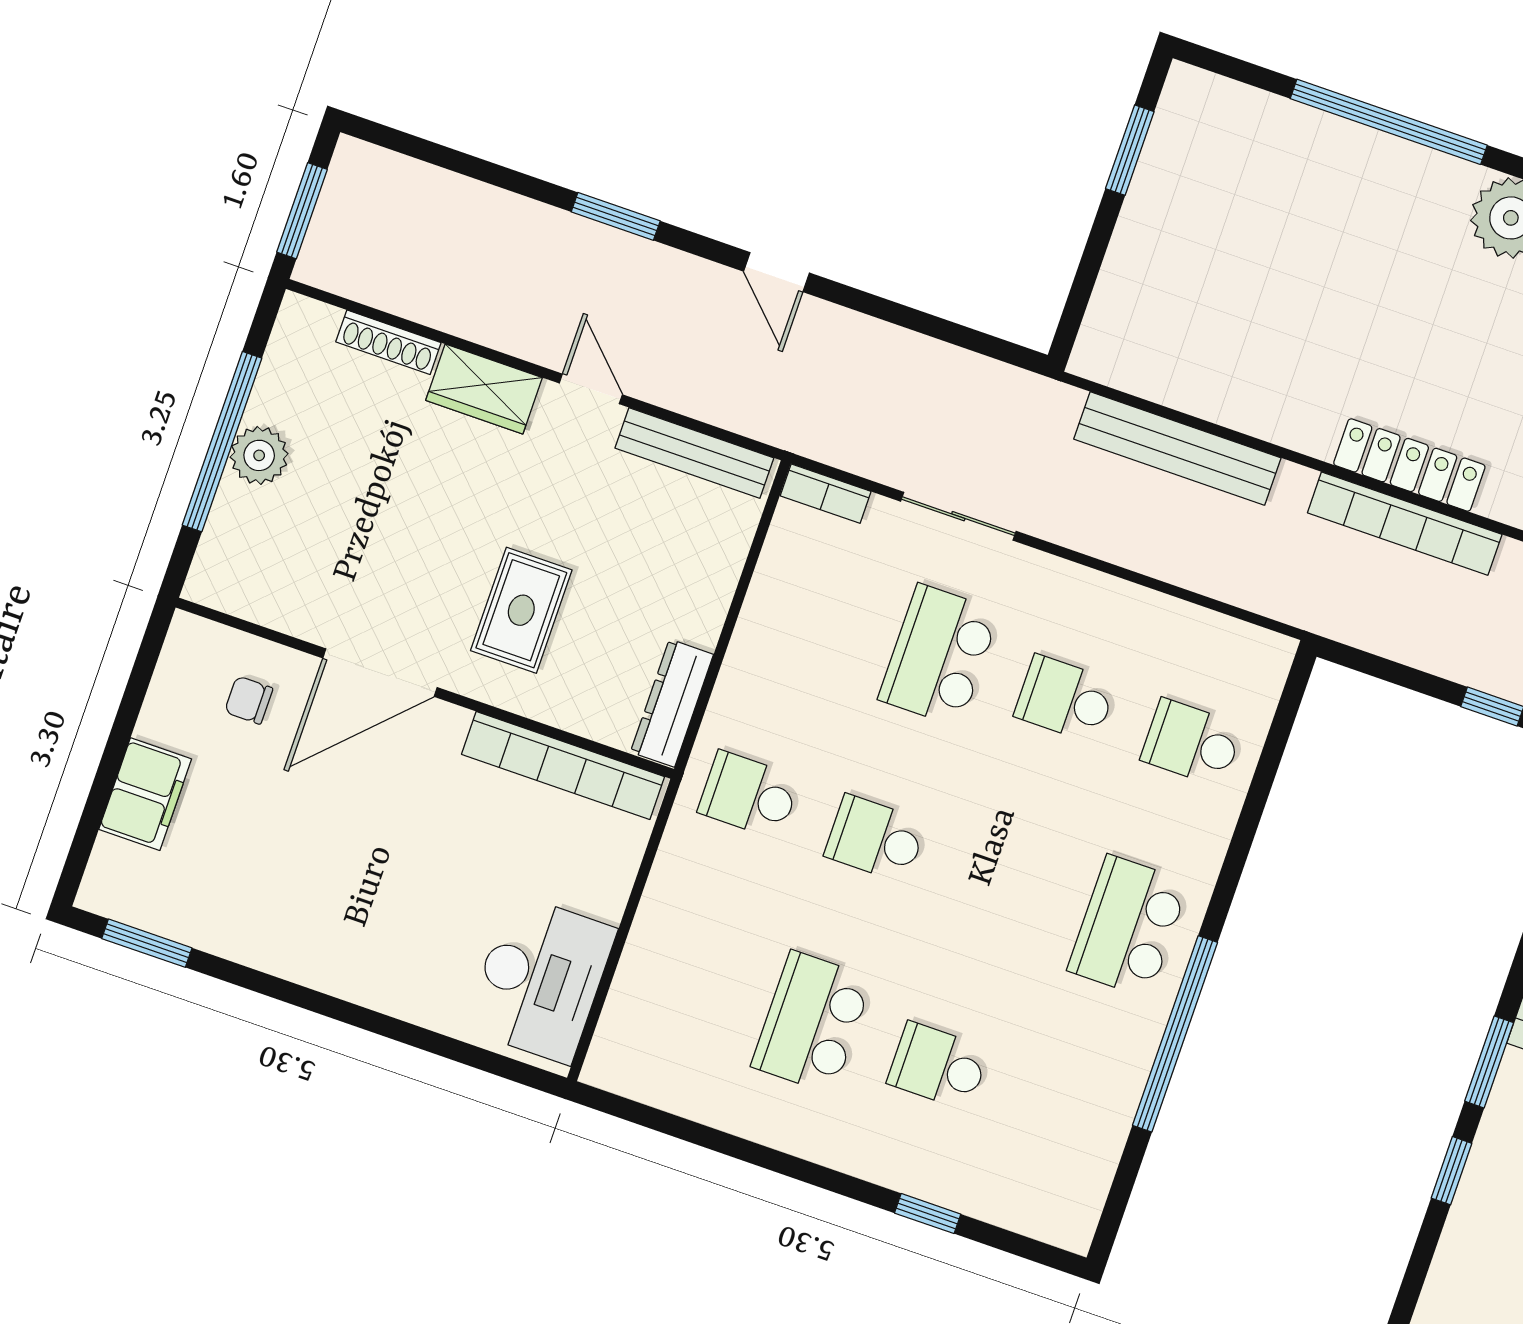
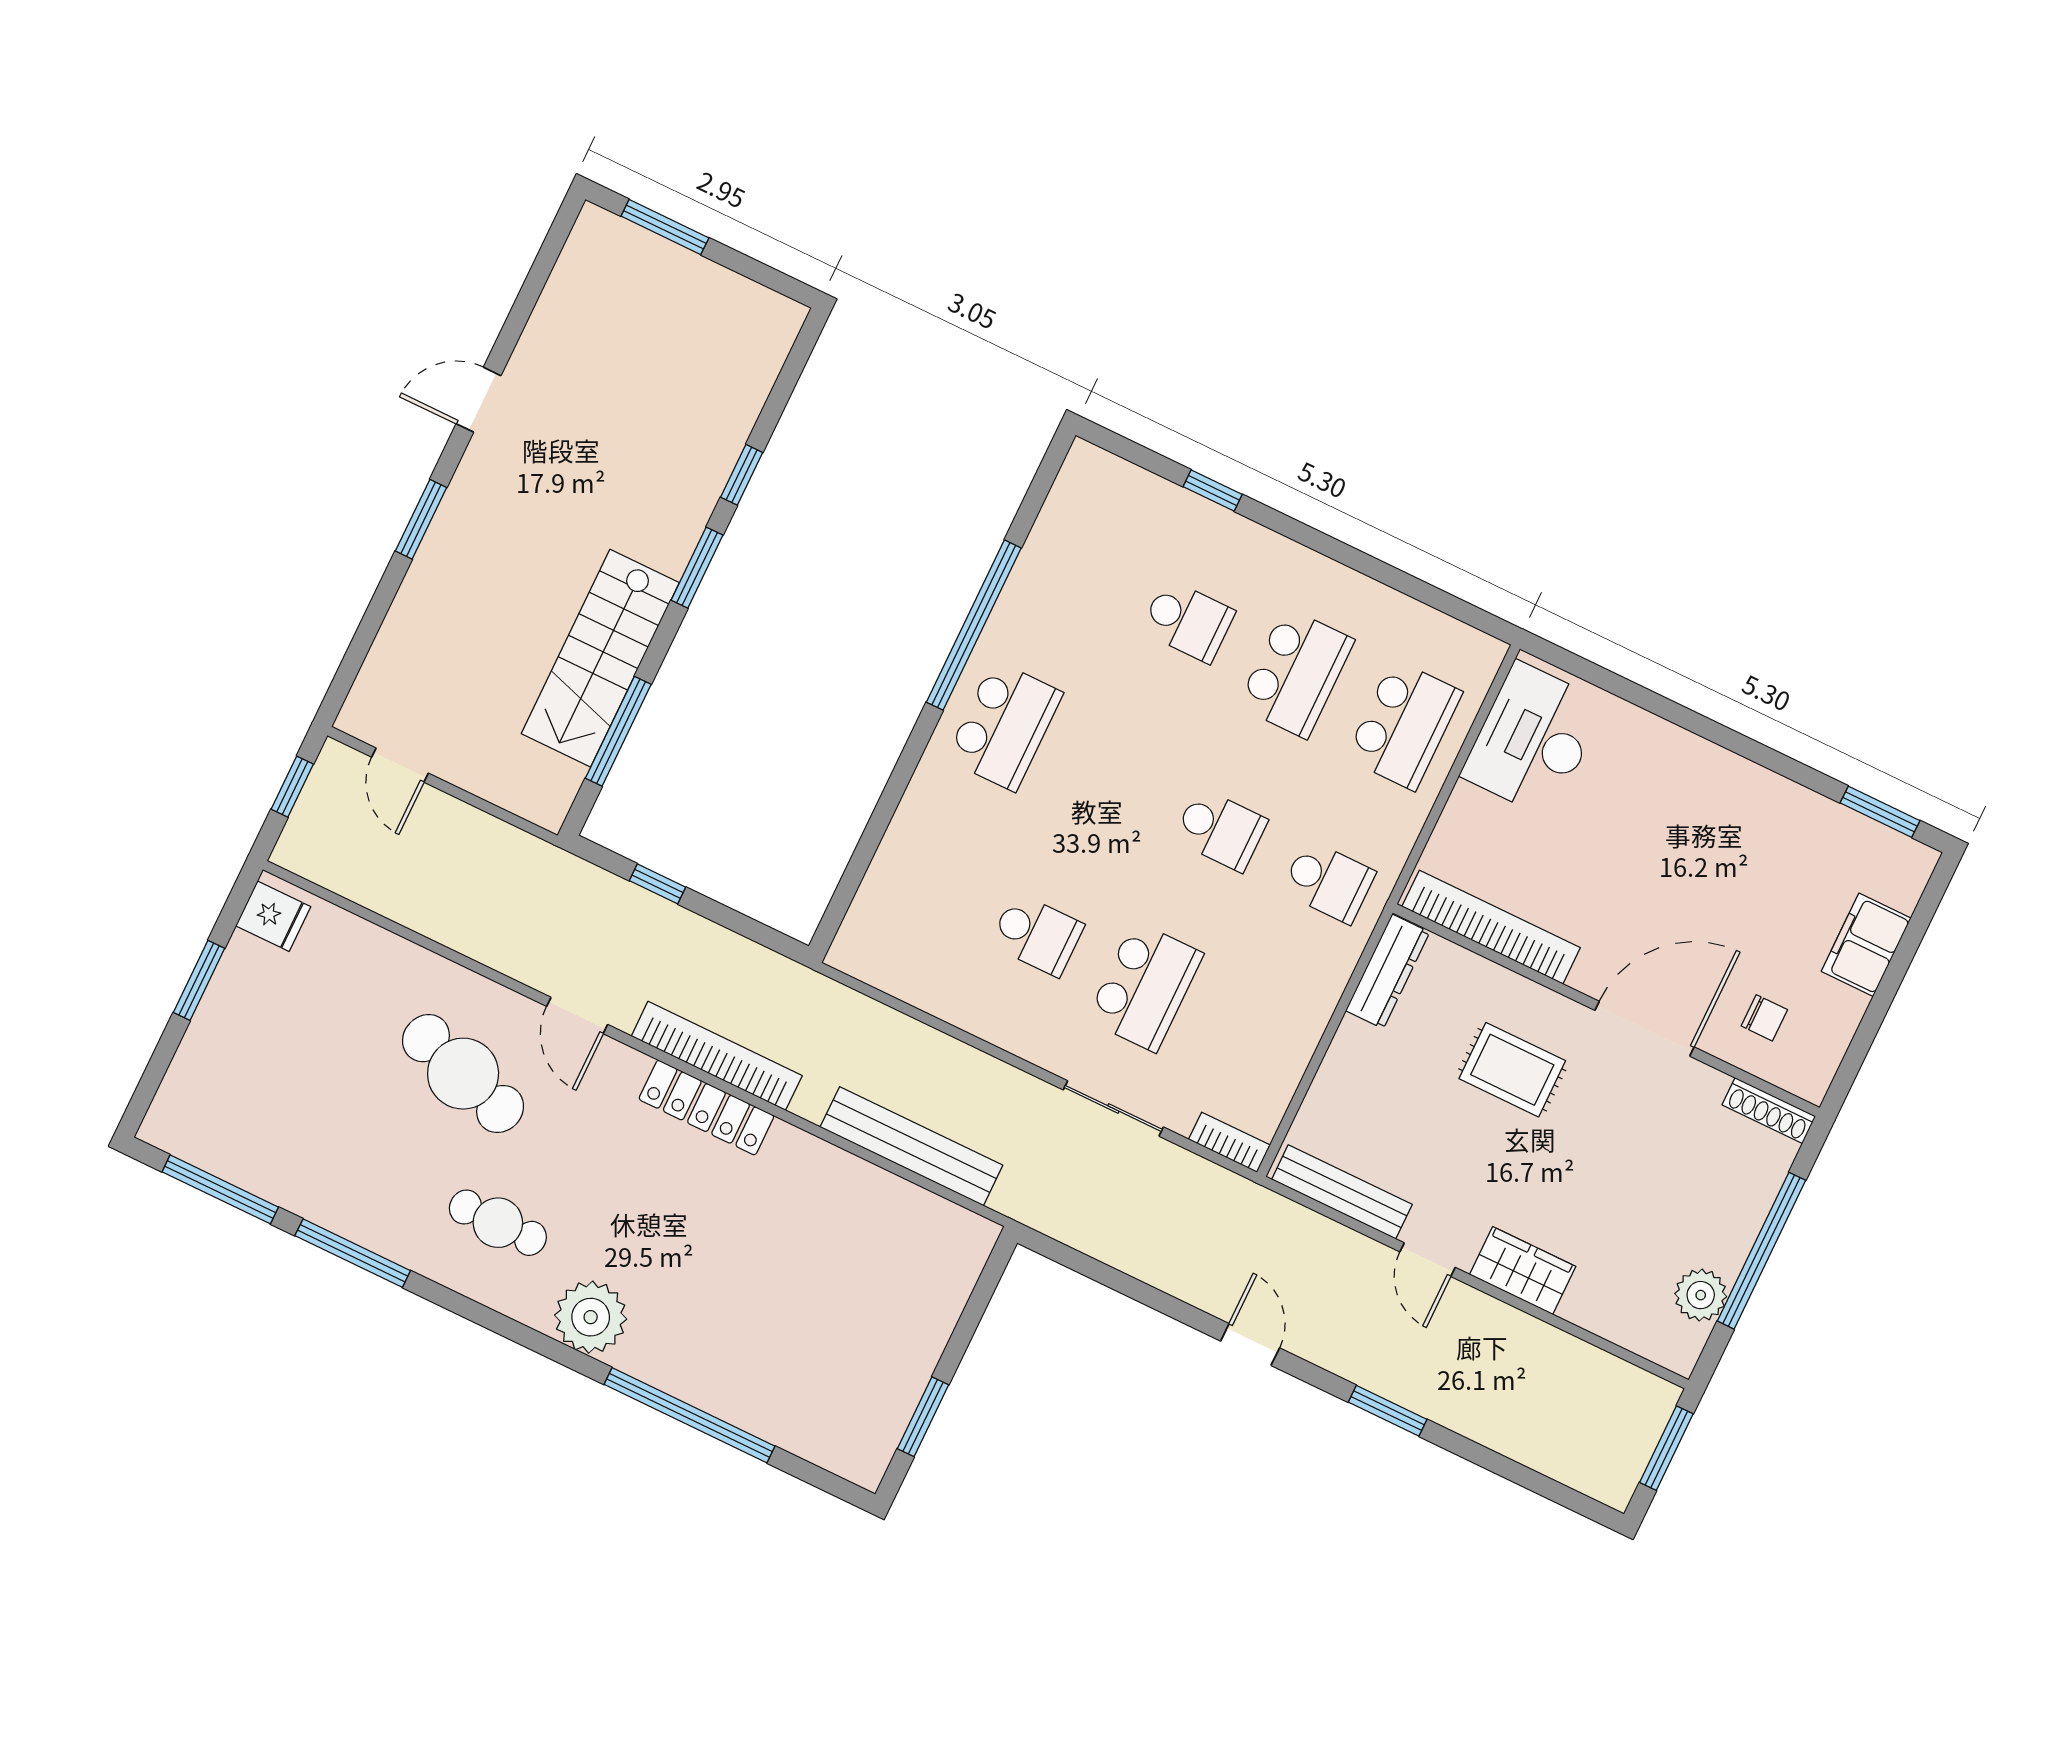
shoe rack: (388, 342) -> (1769, 1111), moved, turned 180
plant: (259, 455) -> (1701, 1295), moved
rug: (521, 610) -> (1512, 1070), turned 90
school desk: (1192, 743) -> (1404, 725), moved, width x1.85

